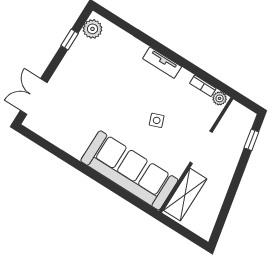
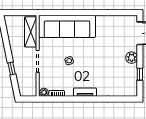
plant: (93, 29) -> (132, 58), moved
window: (251, 140) -> (12, 69), moved

